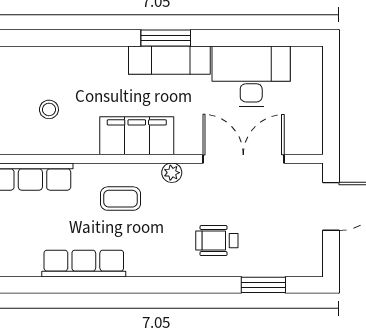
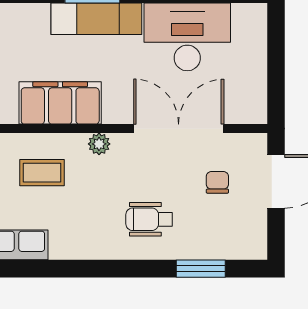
chair: (278, 207) -> (217, 182), added

